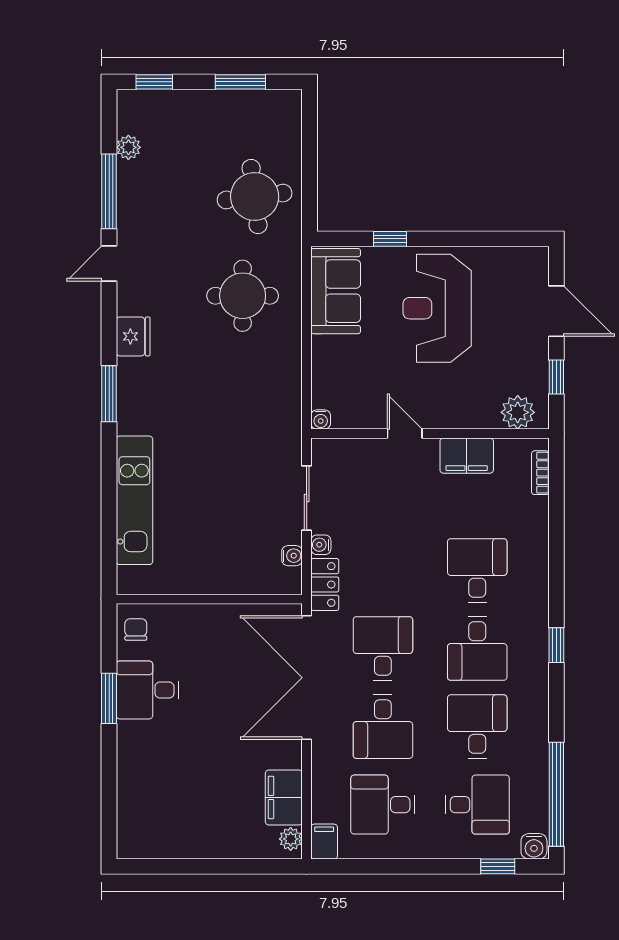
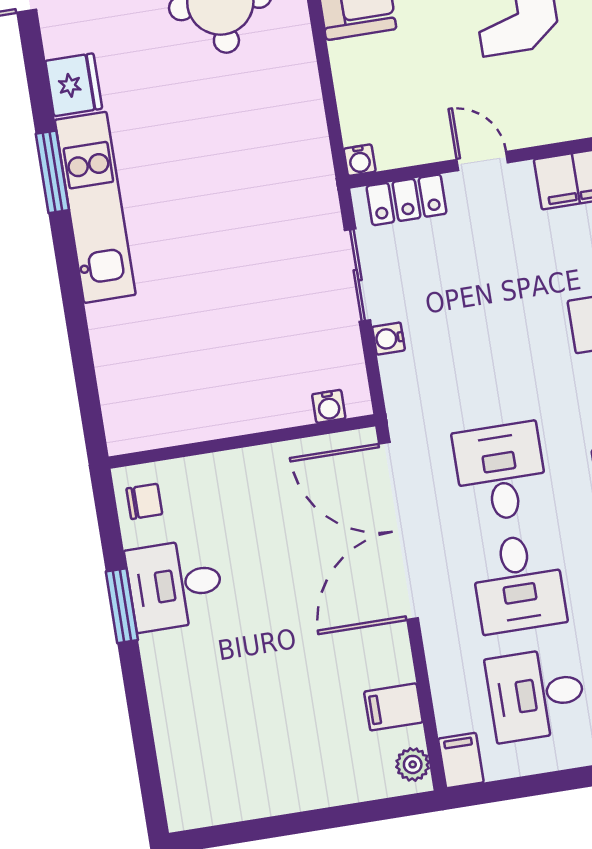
kitchen unit: (134, 500) -> (95, 207), moved
water cooler: (292, 556) -> (329, 406), moved, turned 90
locker: (325, 584) -> (406, 200), moved, turned 90
chair: (136, 629) -> (144, 501), turned 90
filing cabinet: (284, 797) -> (393, 707), width x0.50

